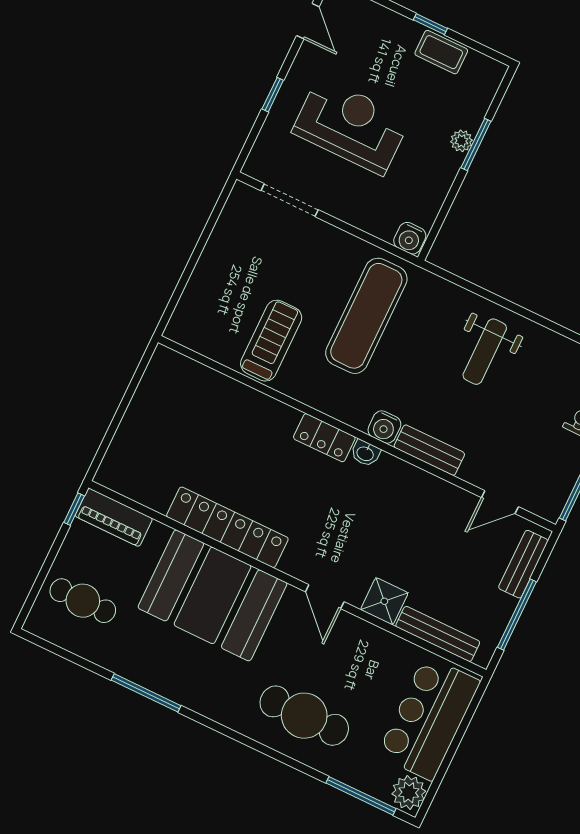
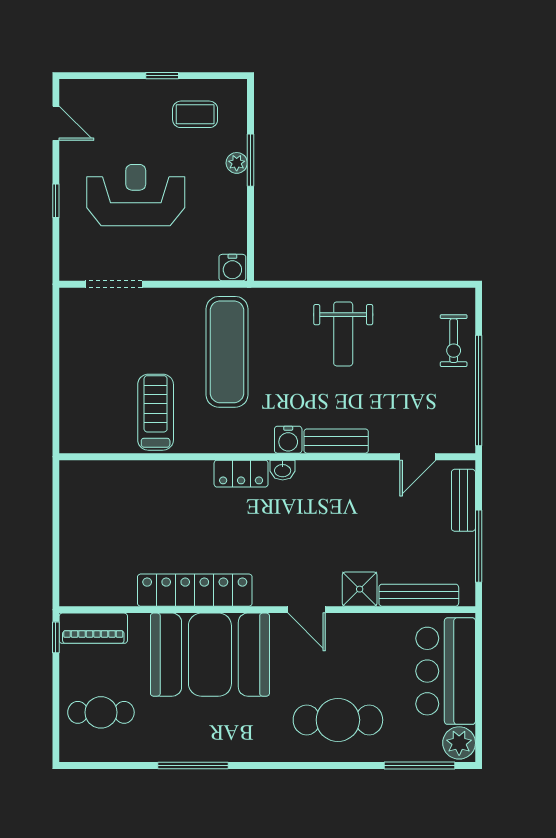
coffee table: (441, 52) -> (195, 114), moved

